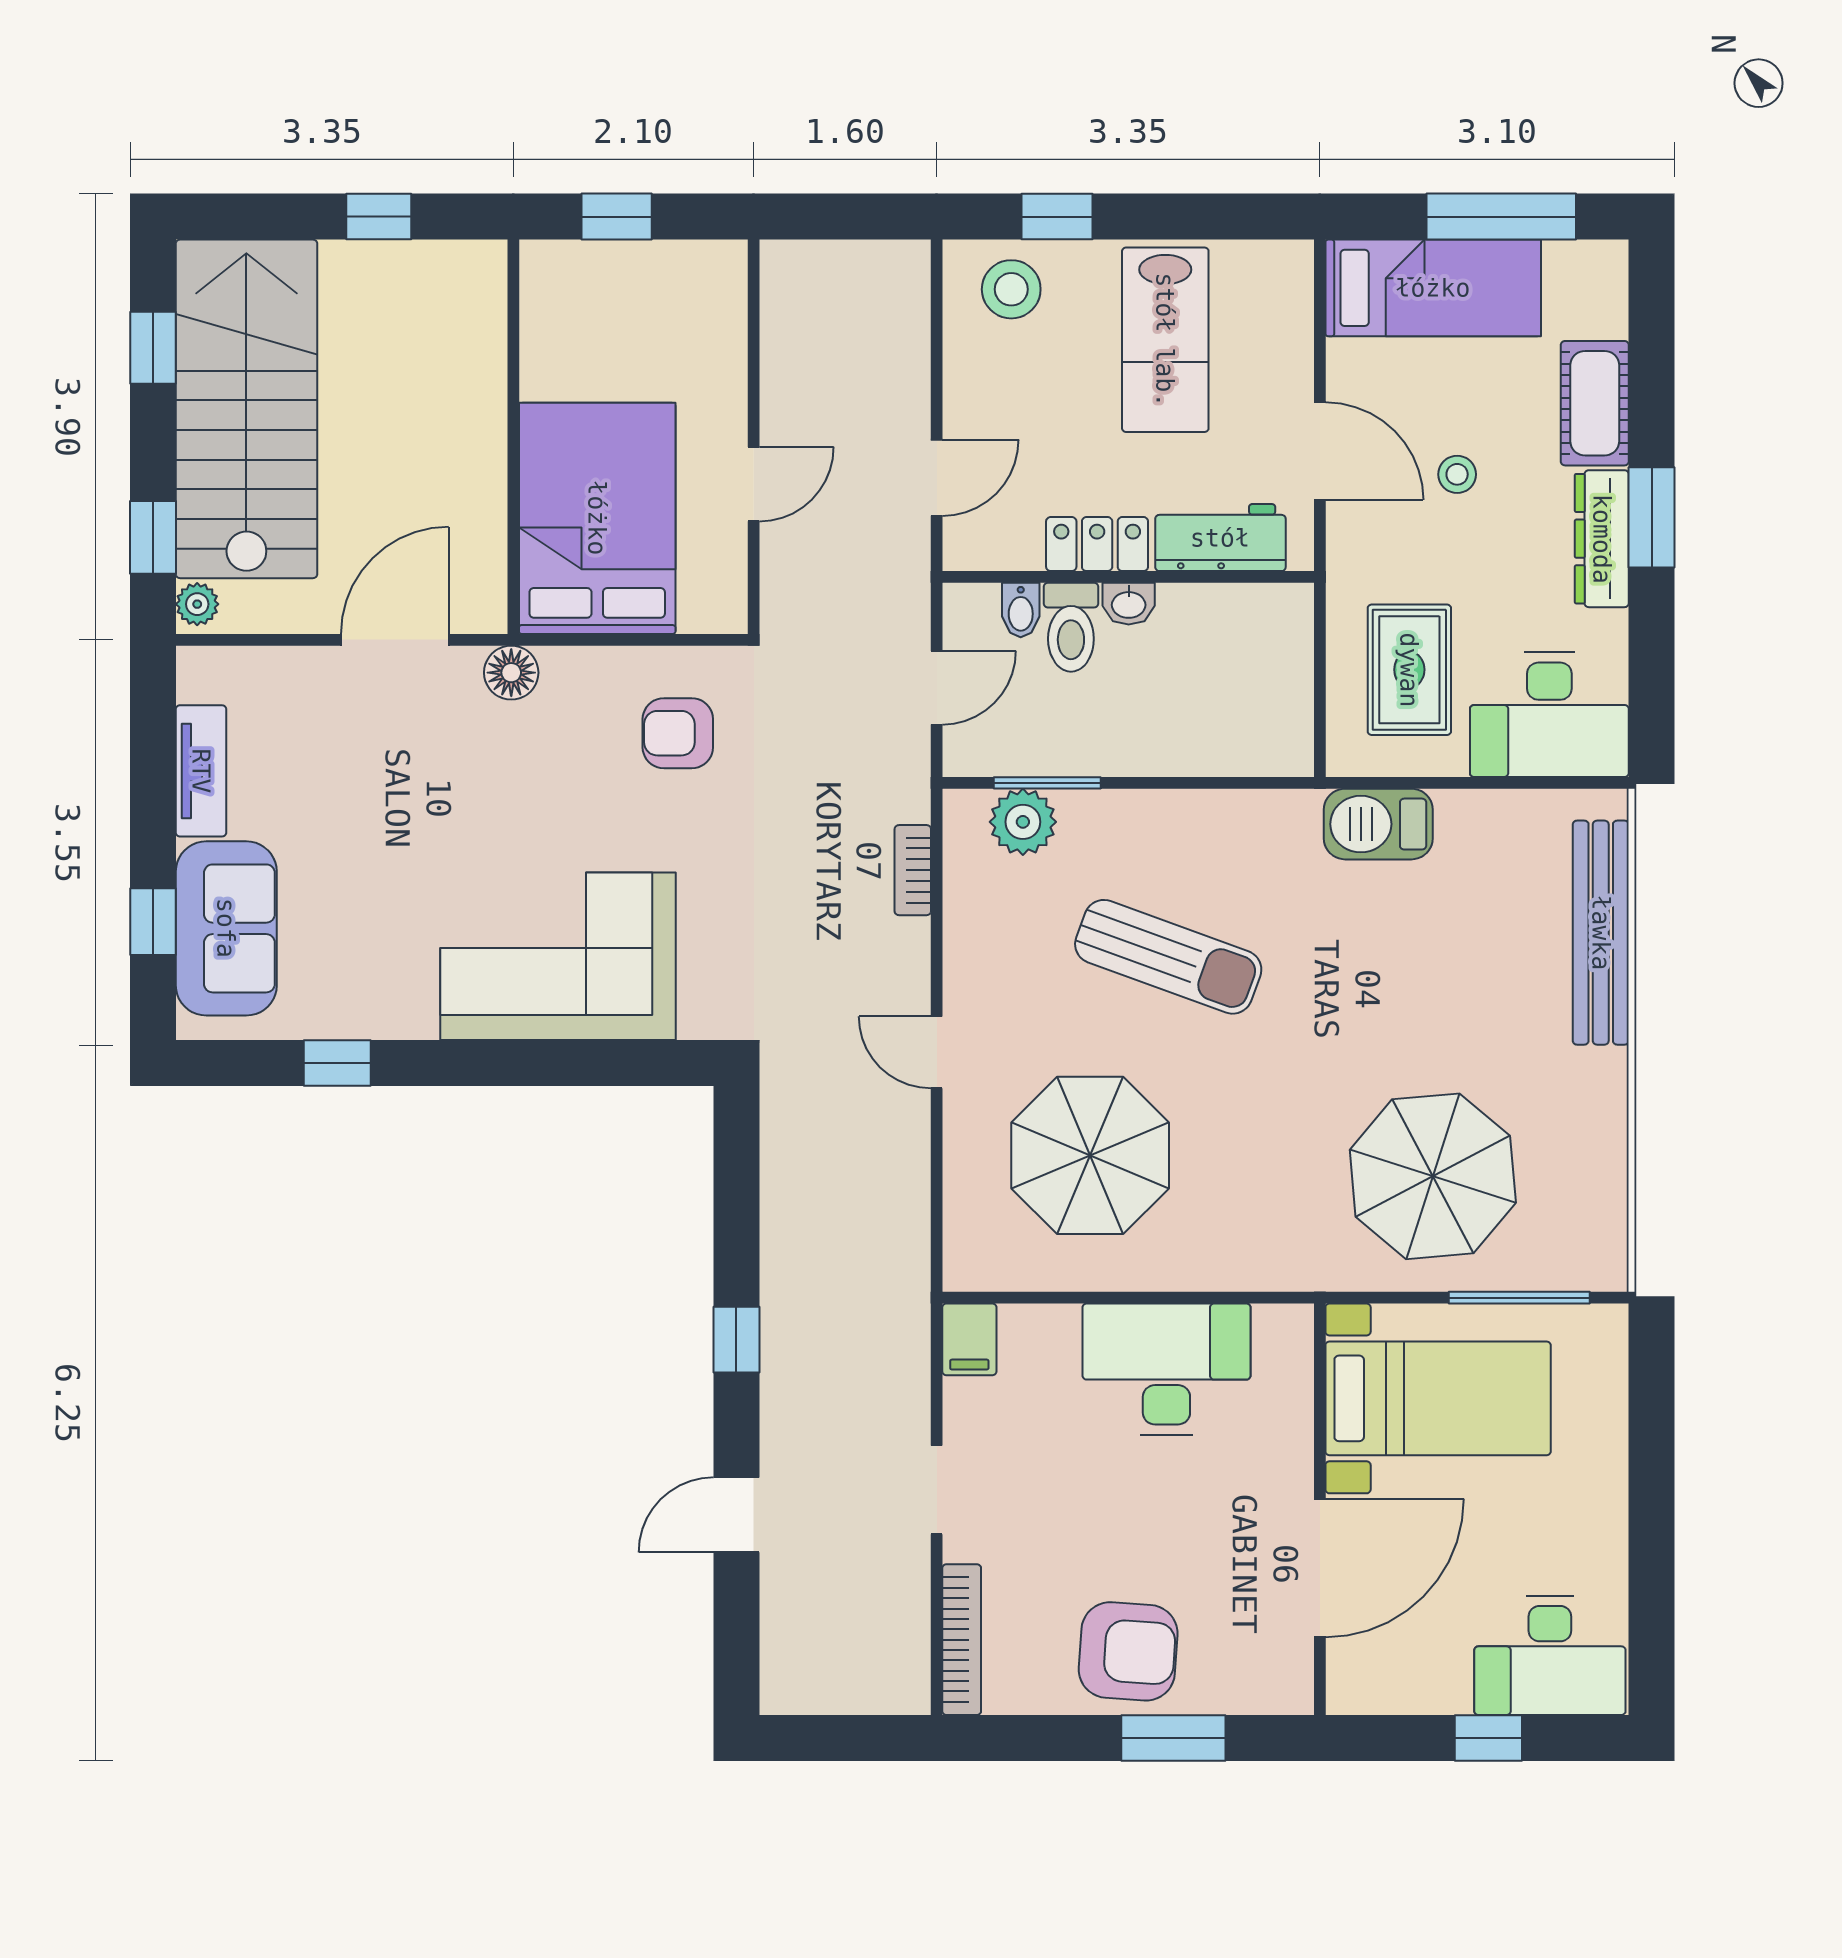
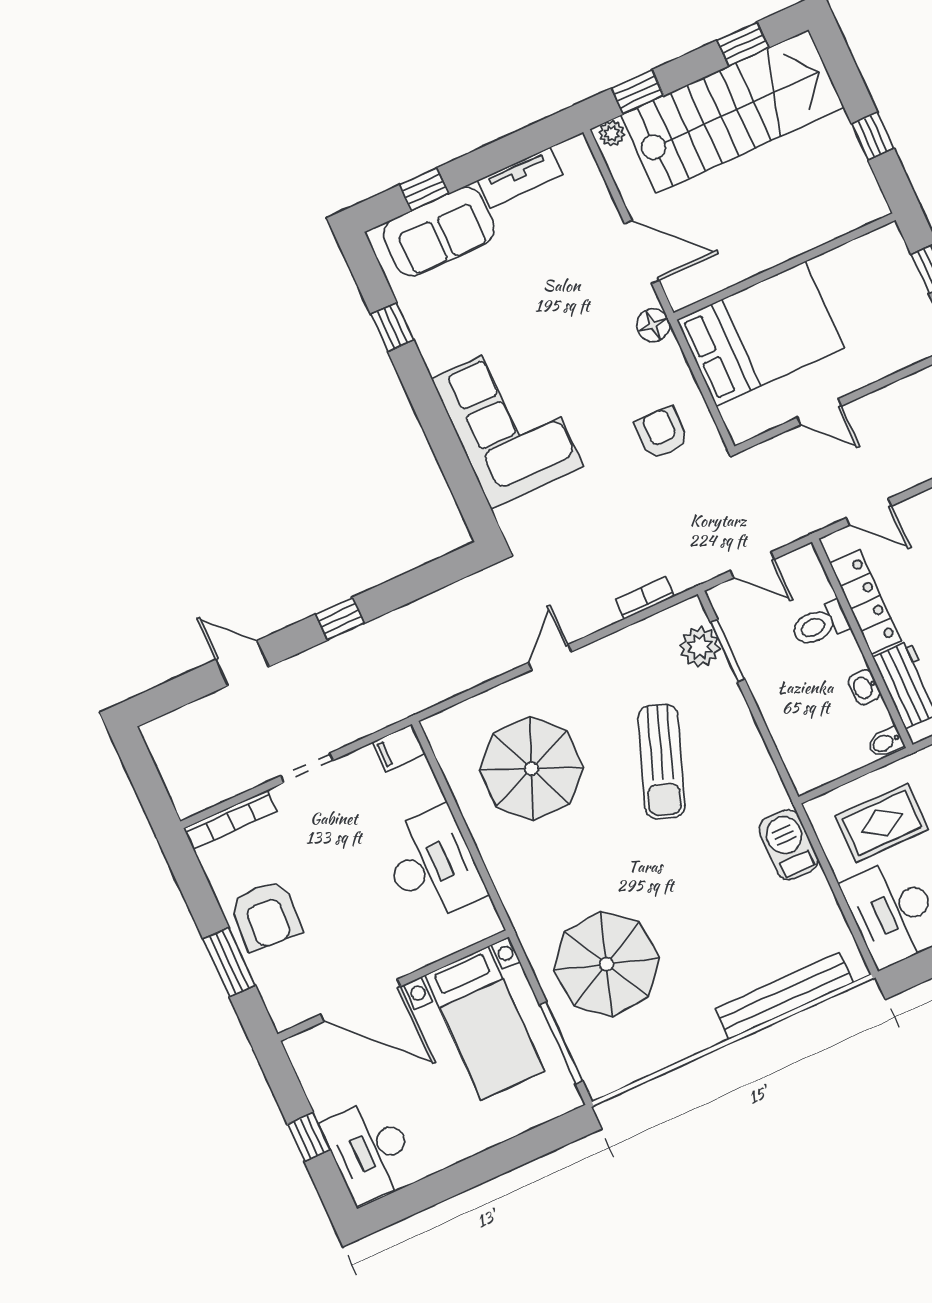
locker: (1097, 544) -> (866, 602), width x1.53
washbasin: (1129, 604) -> (864, 687), moved
bidet: (1021, 610) -> (885, 742), moved

